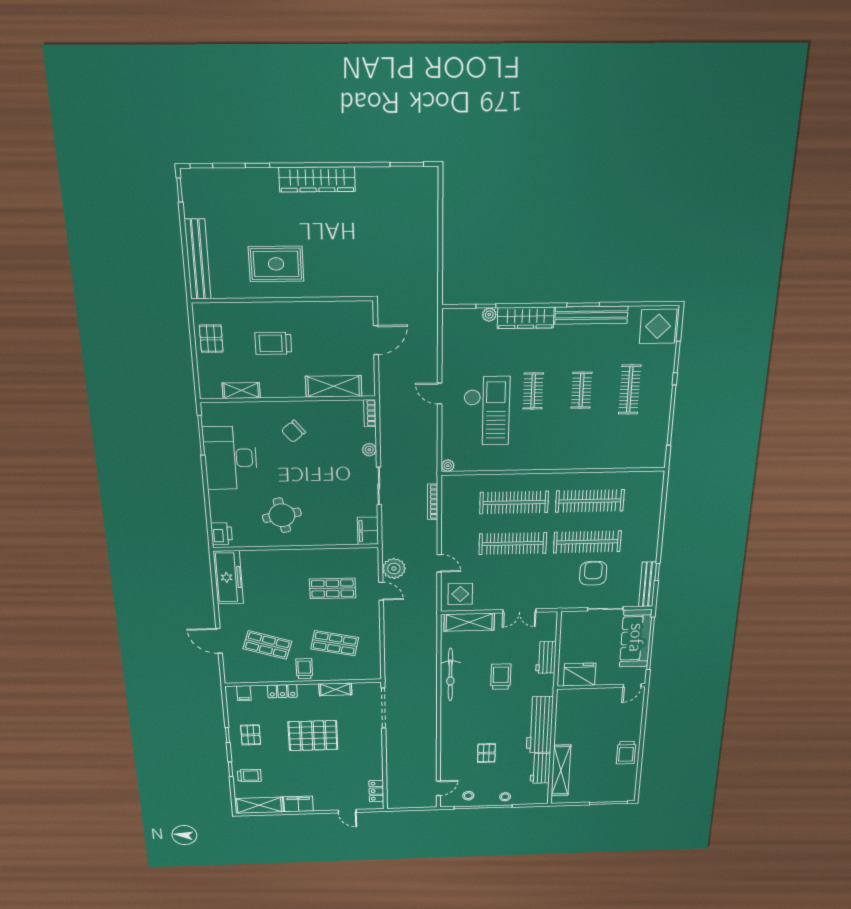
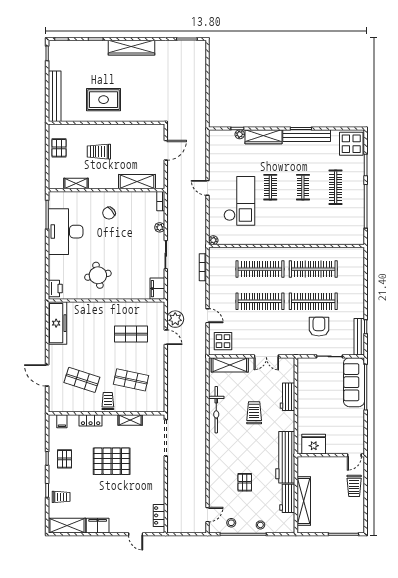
fridge: (580, 675) -> (314, 444), moved
wall: (601, 686) -> (331, 455), moved
door: (632, 686) -> (354, 455), moved

